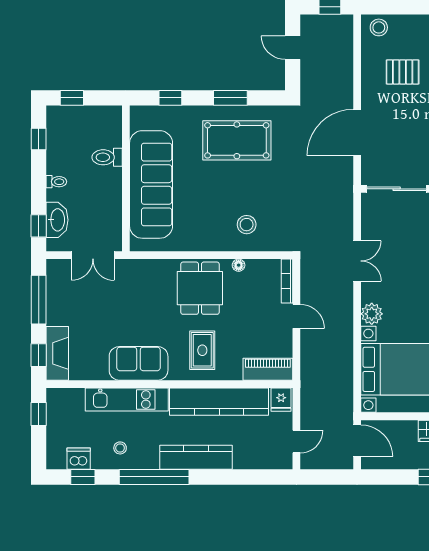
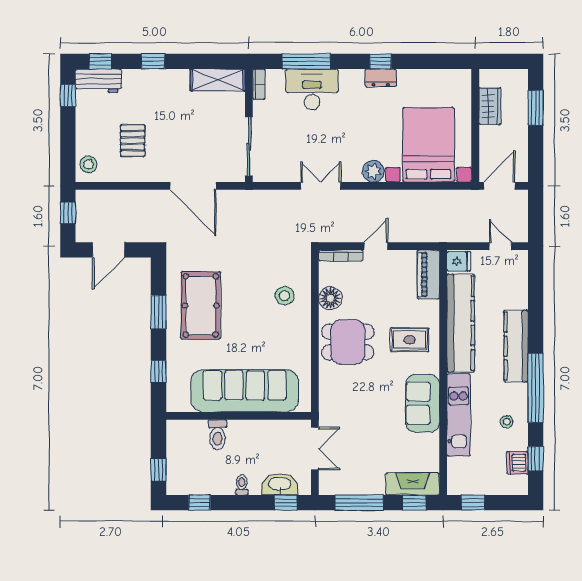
door: (293, 48) -> (109, 250), width x1.38
floor lamp: (239, 265) -> (330, 298), width x1.89, depth x1.89

